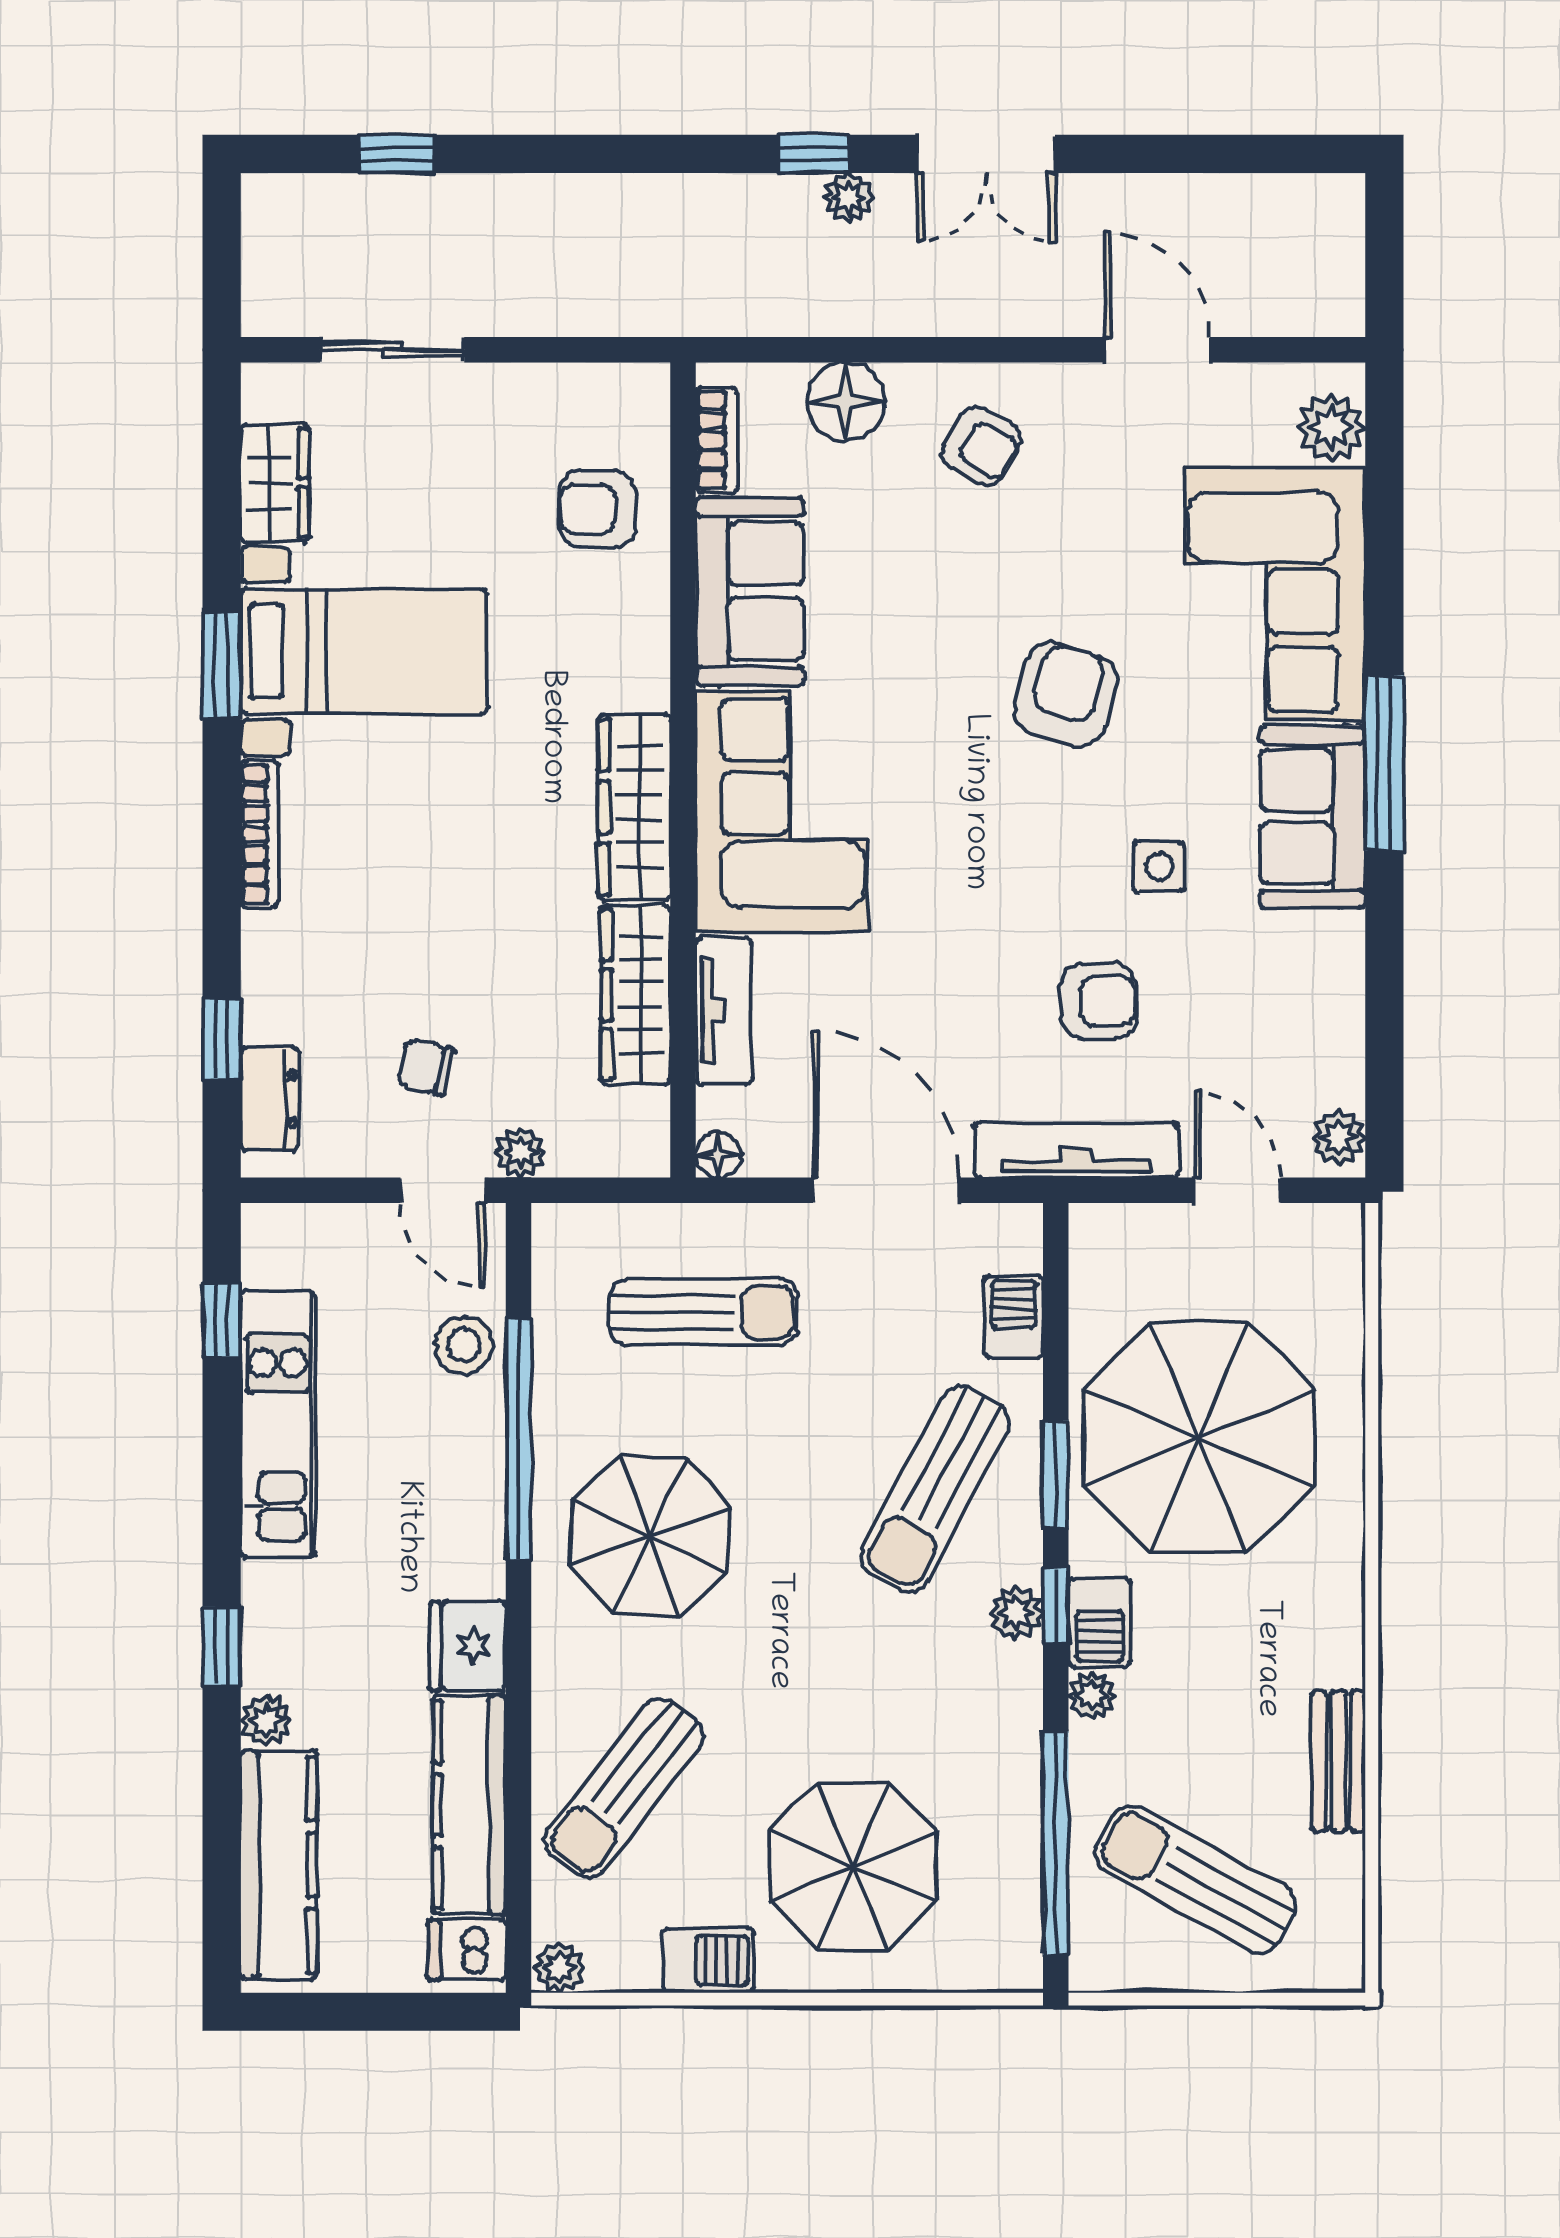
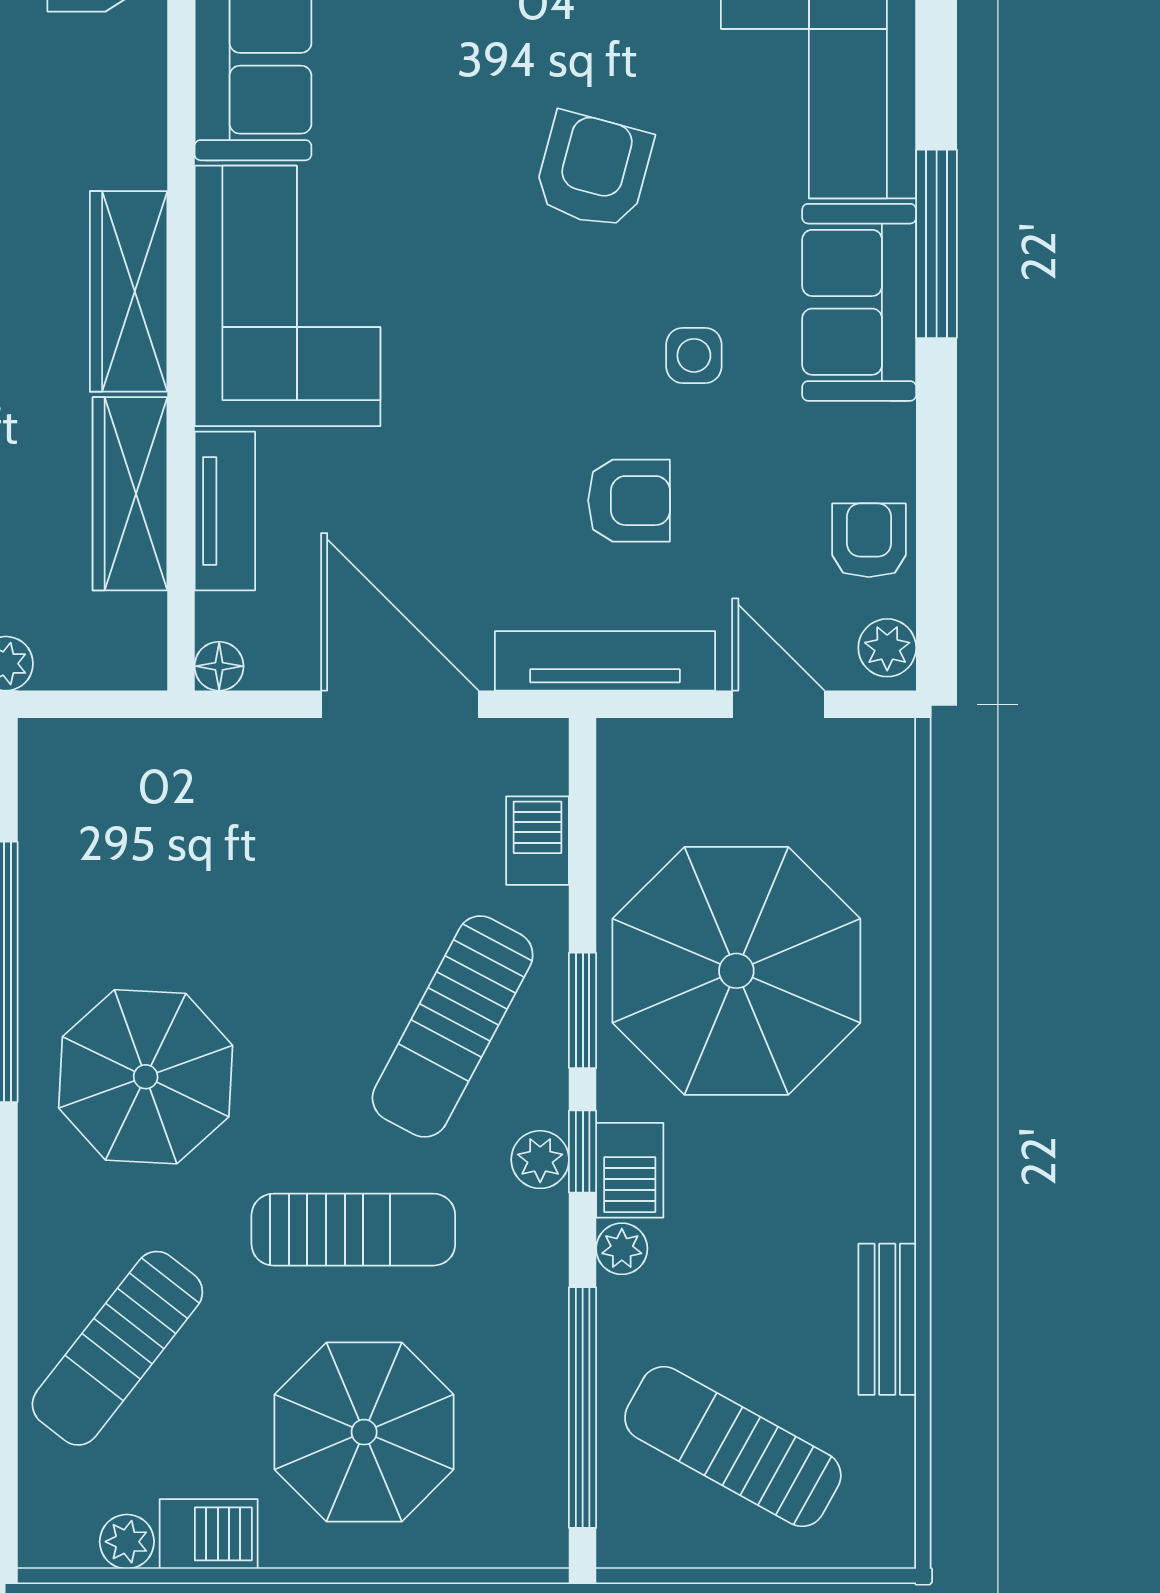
armchair: (1322, 1038) -> (869, 540), added
sun lounger: (704, 1312) -> (353, 1230), moved
plant: (559, 1968) -> (127, 1542), moved

